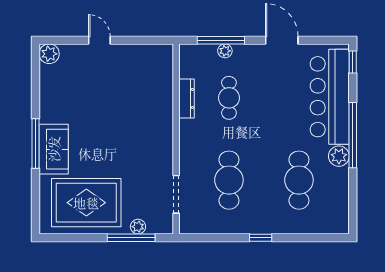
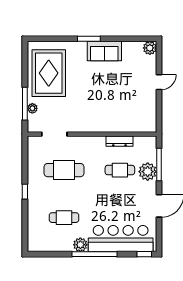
plant: (225, 51) -> (148, 172), width x1.87, depth x1.87
window: (36, 144) -> (89, 39), width x0.69
sofa: (54, 149) -> (104, 51), moved
cafe table: (299, 180) -> (64, 218), width x0.73, depth x0.74

